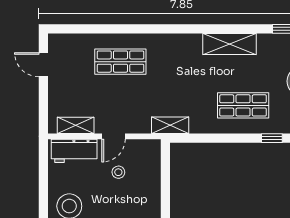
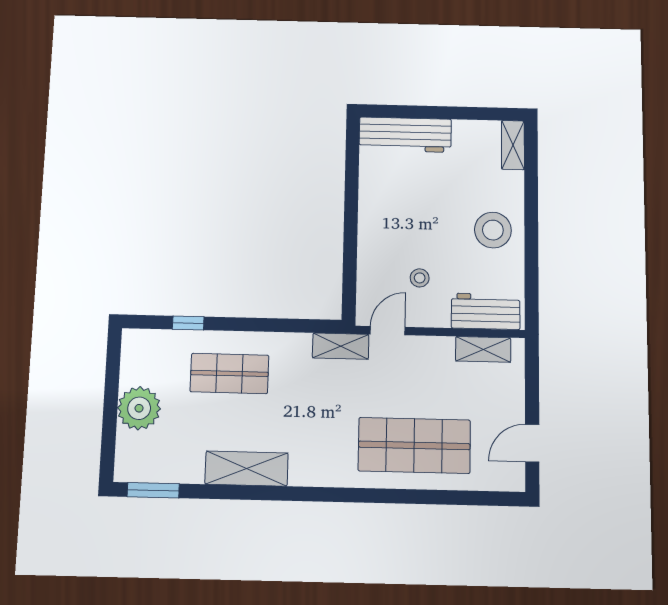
shop shelf: (120, 62) -> (414, 445), width x1.43, depth x1.36
door: (43, 65) -> (532, 443), swing flipped
door: (114, 136) -> (388, 331), moved

